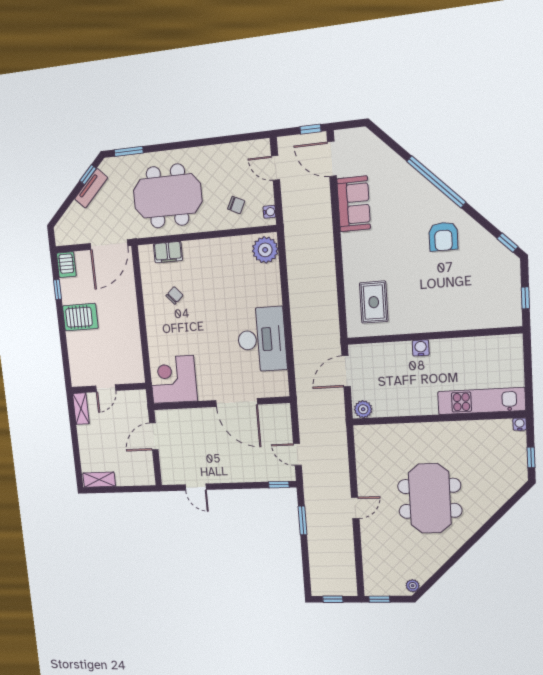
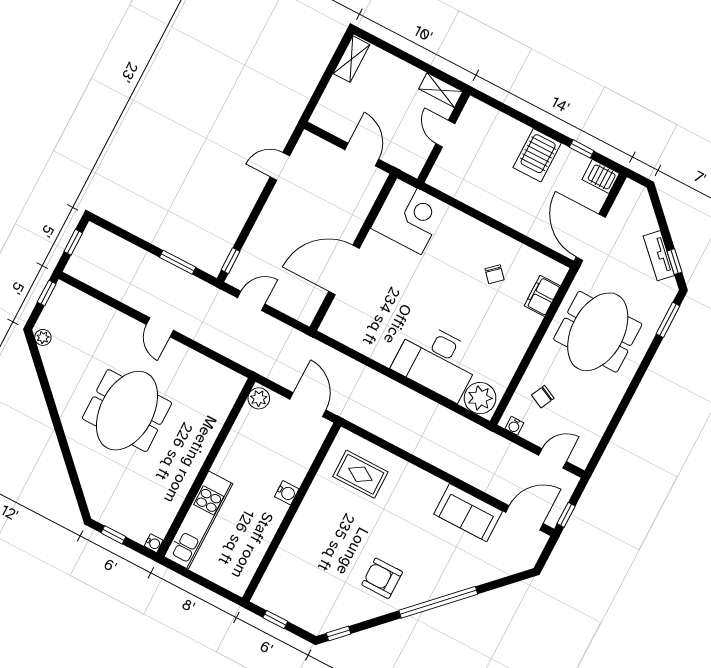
desk: (262, 339) -> (437, 361), moved
meeting table: (430, 498) -> (127, 411), turned 90

